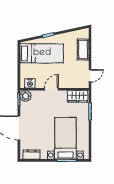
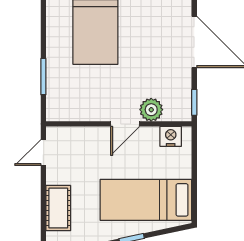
plant: (25, 96) -> (151, 110), moved
wardrobe: (78, 96) -> (70, 109), removed

